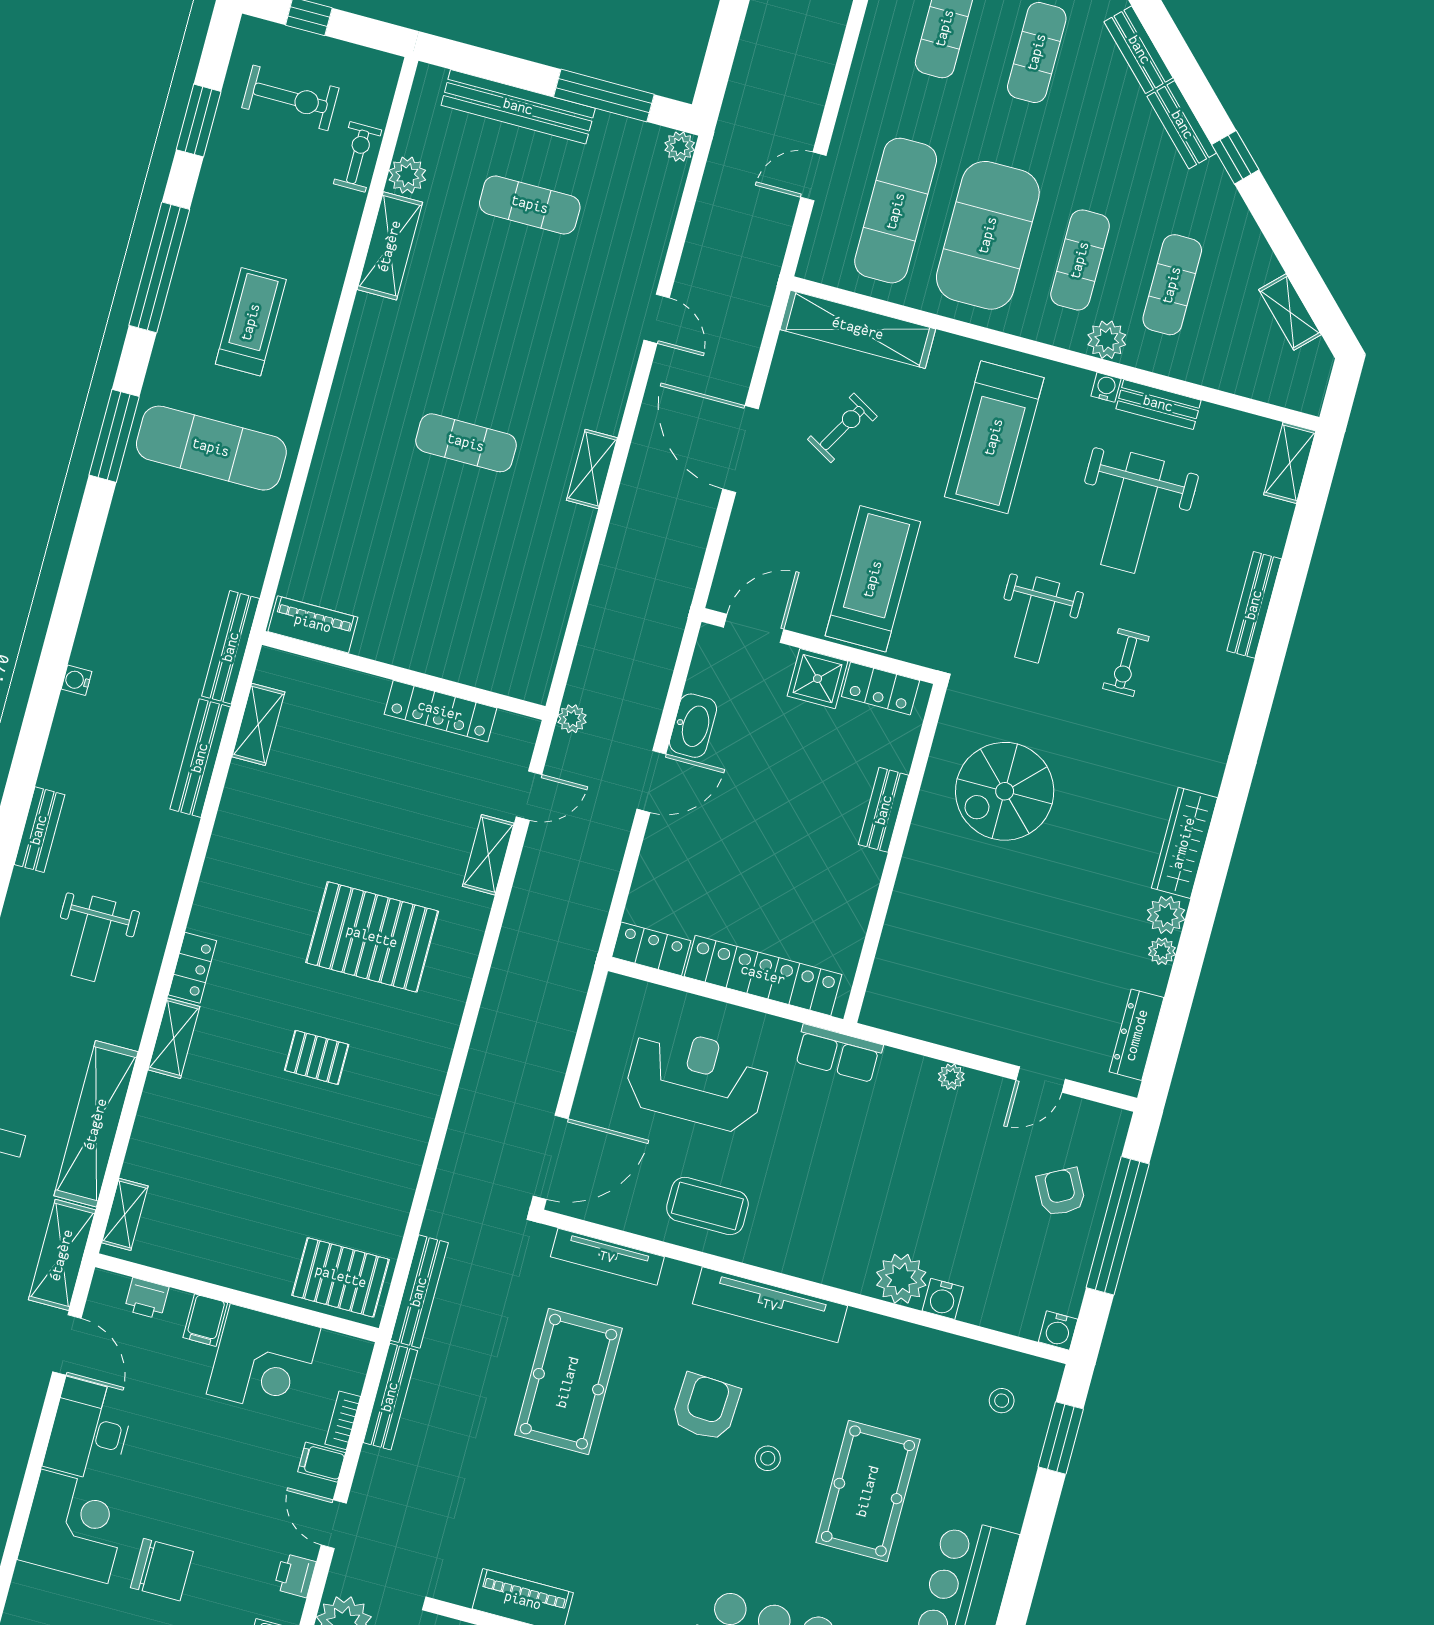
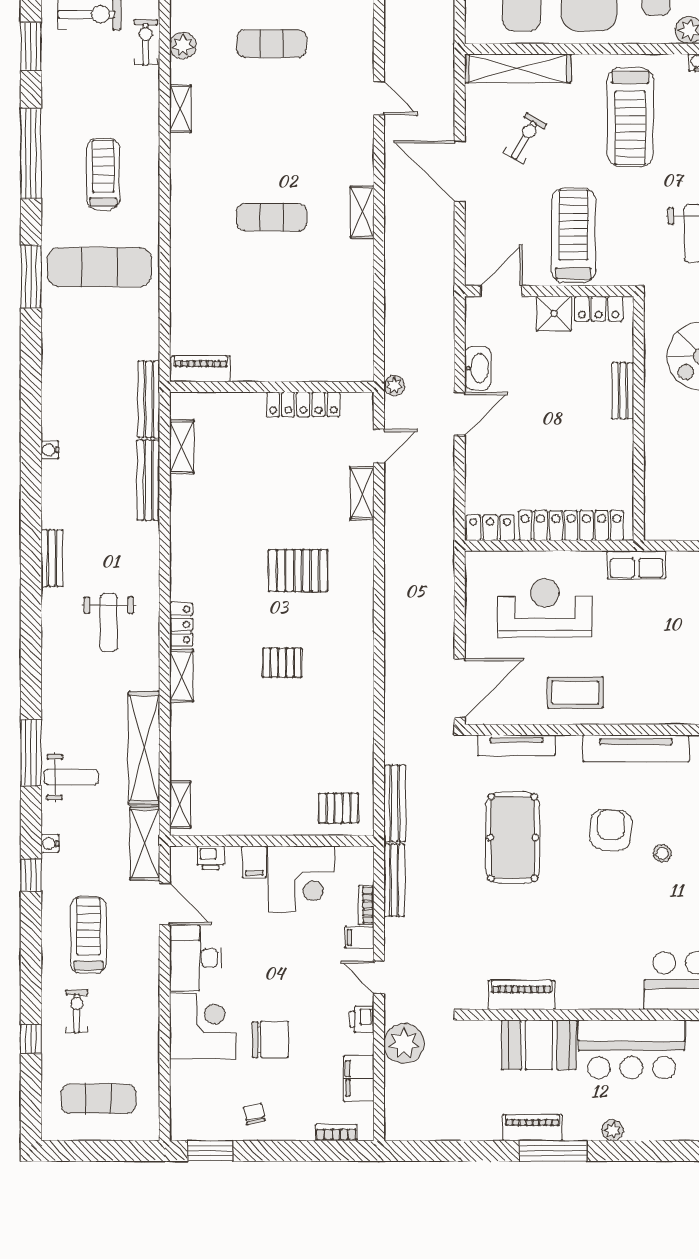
shelving: (390, 246) -> (180, 109), width x0.67, depth x0.75
pallet: (372, 937) -> (298, 571), width x0.73, depth x0.71
pallet: (341, 1277) -> (339, 808), width x0.67, depth x0.71

